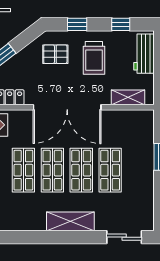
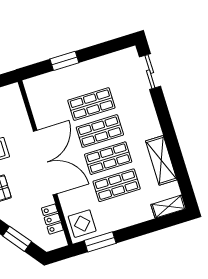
shelving: (128, 97) -> (18, 108), removed
shelving: (70, 221) -> (161, 160), moved

